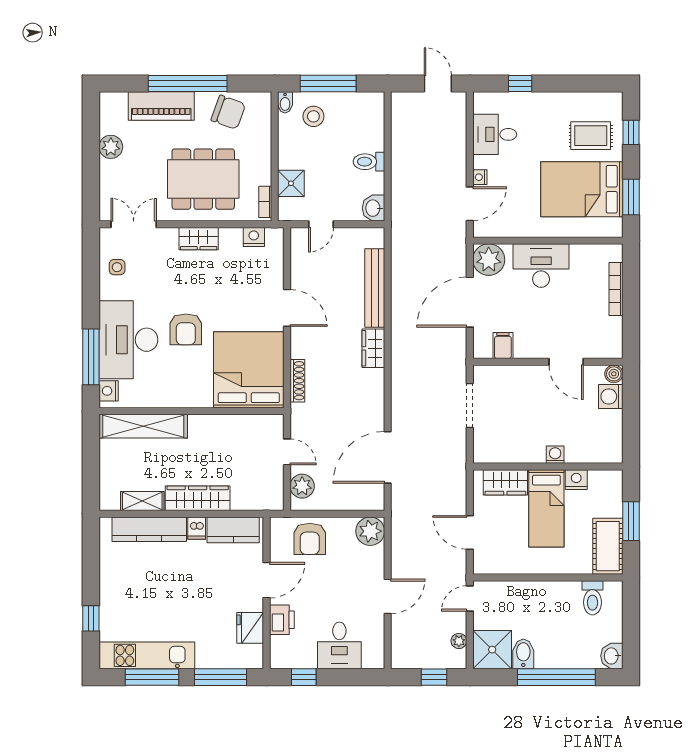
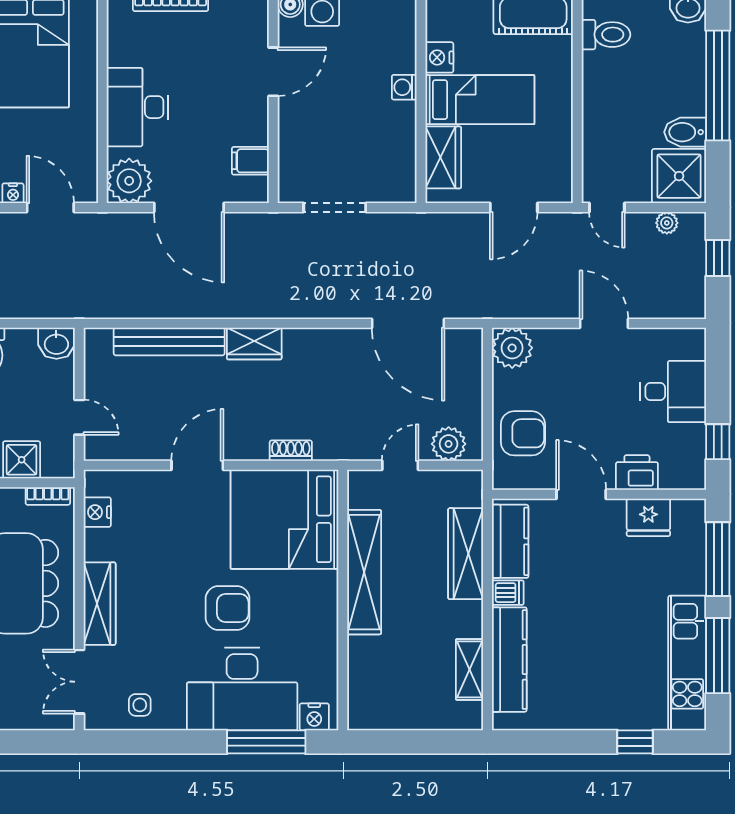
wardrobe: (199, 239) -> (100, 604), width x1.50
shoe rack: (297, 381) -> (291, 451), width x0.70
shelving: (143, 426) -> (364, 572), moved
wardrobe: (198, 498) -> (466, 554), moved

